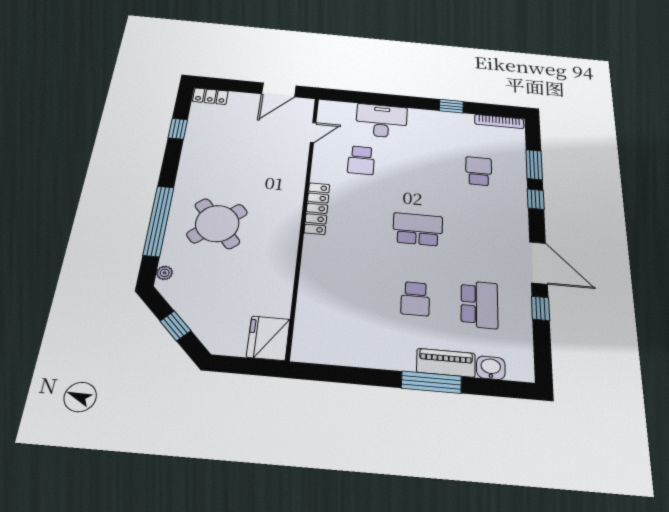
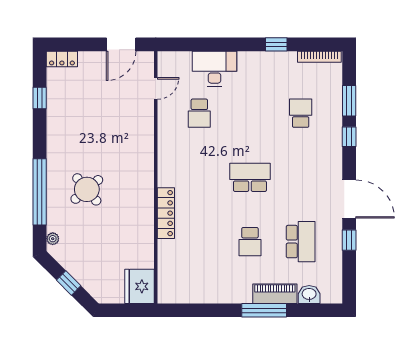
locker: (317, 208) -> (166, 213), moved
round table: (217, 224) -> (87, 189), width x0.73, depth x0.73

